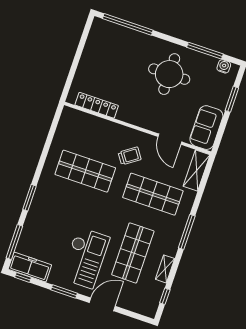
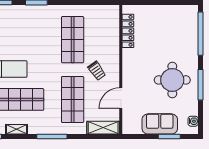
window: (205, 51) -> (201, 85), moved
sofa: (206, 128) -> (160, 124), moved

